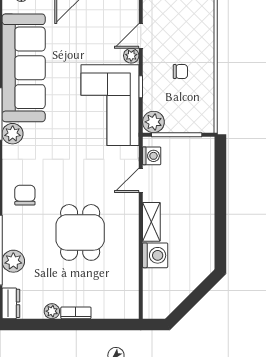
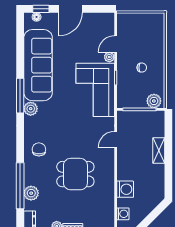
plant: (153, 122) -> (154, 101), moved
washing machine: (152, 156) -> (123, 214), moved
shelving: (151, 222) -> (159, 151), moved
dining table: (80, 232) -> (75, 174), turned 90

